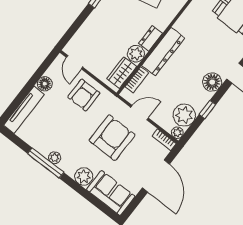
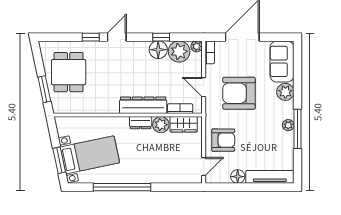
floor lamp: (212, 82) -> (158, 50), moved

